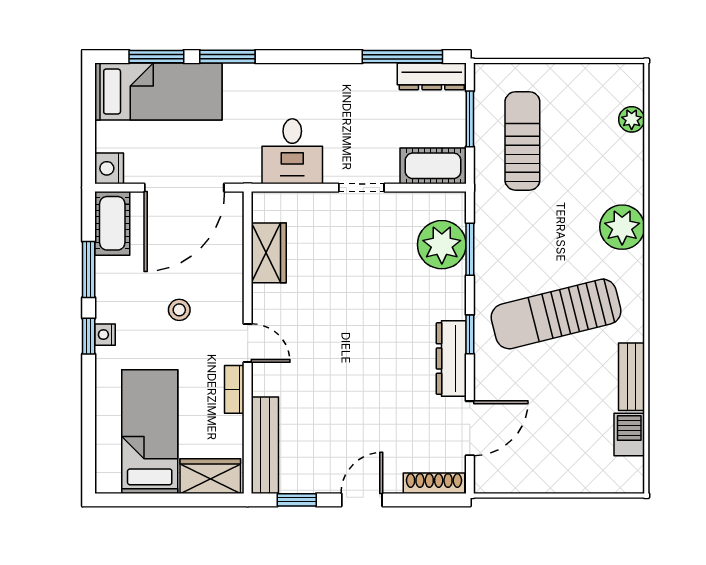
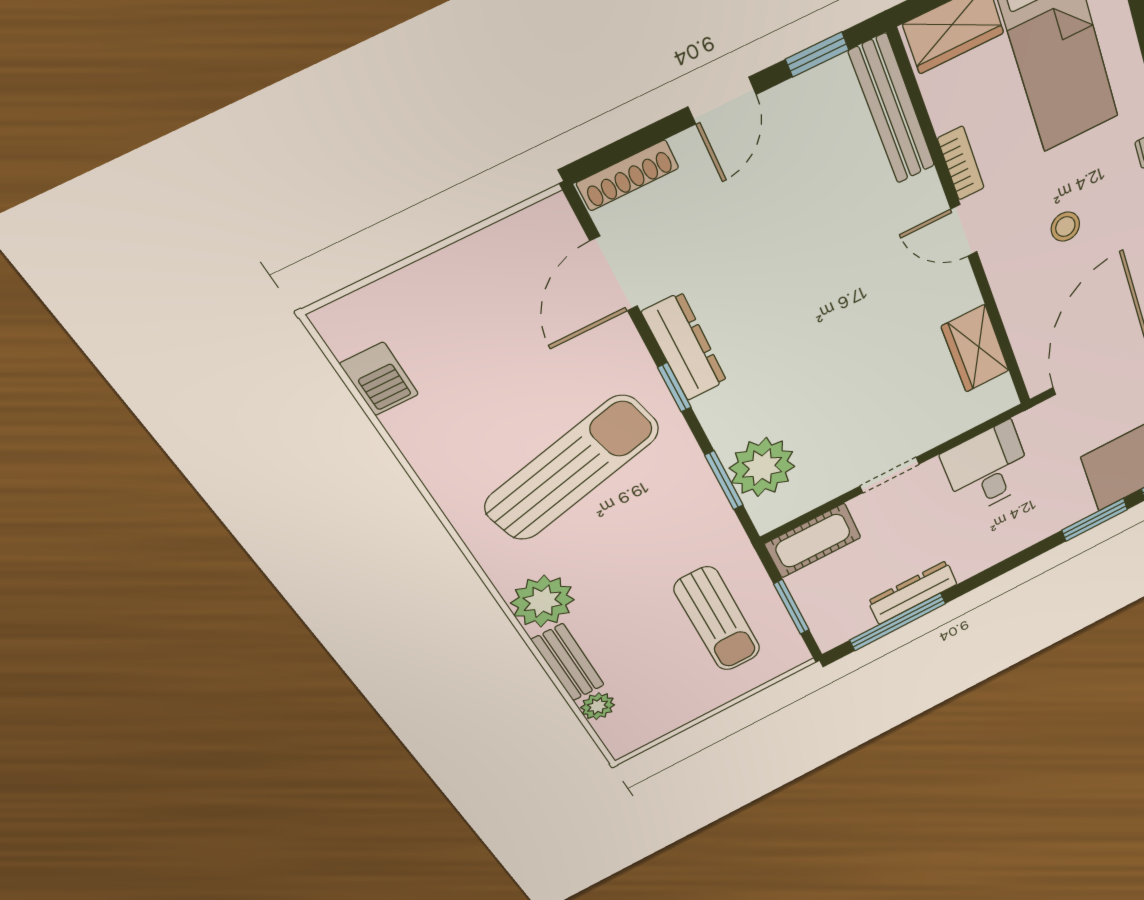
dresser: (432, 76) -> (913, 593), moved
bench: (631, 377) -> (568, 663), moved

